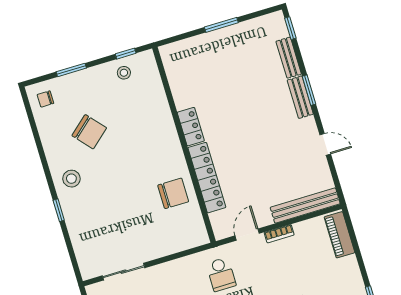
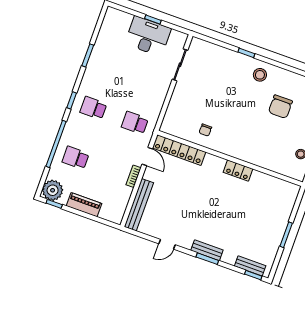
bench: (289, 58) -> (250, 266), moved
chair: (89, 132) -> (280, 107), turned -49
locker: (207, 178) -> (179, 150), moved
chair: (173, 193) -> (205, 130), width x0.54, depth x0.54
piano: (339, 235) -> (84, 205), moved

